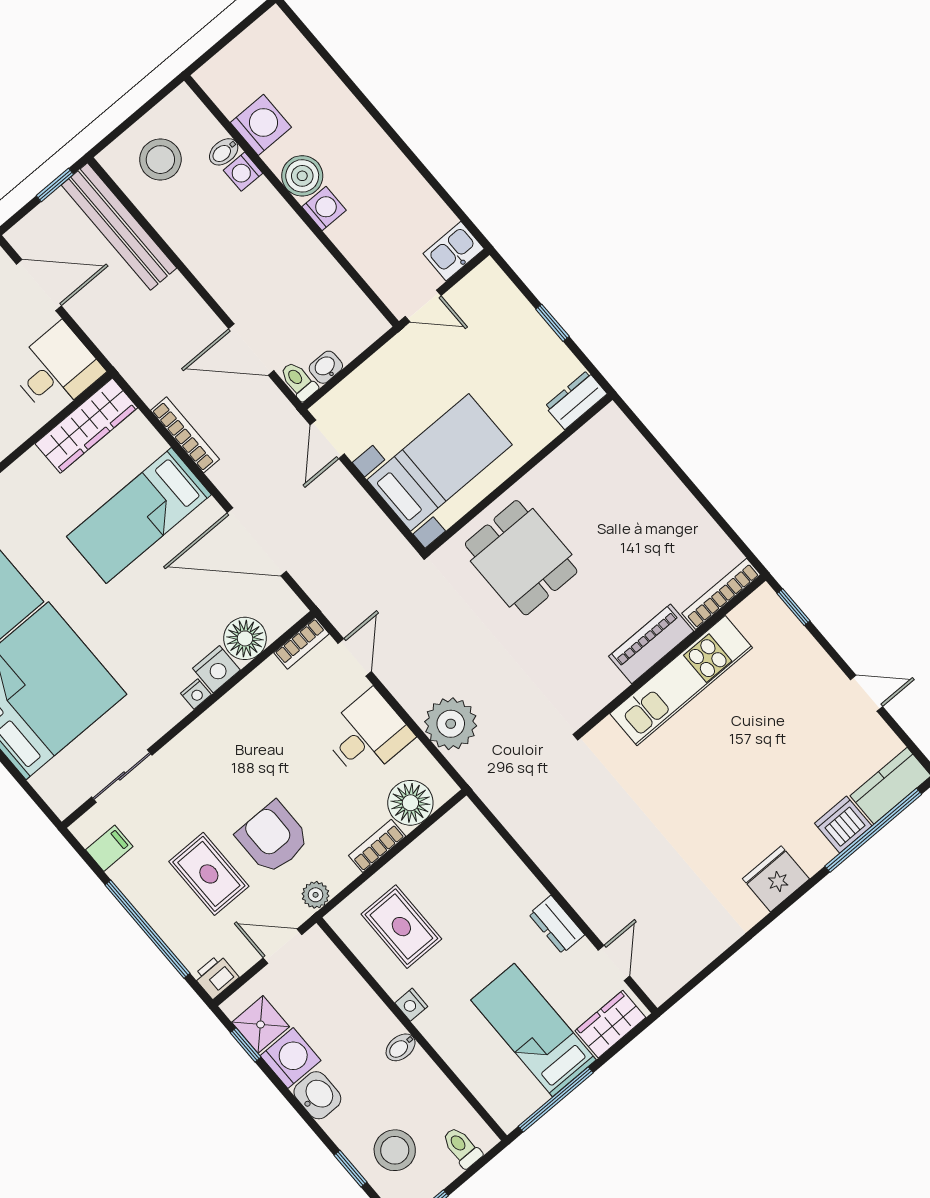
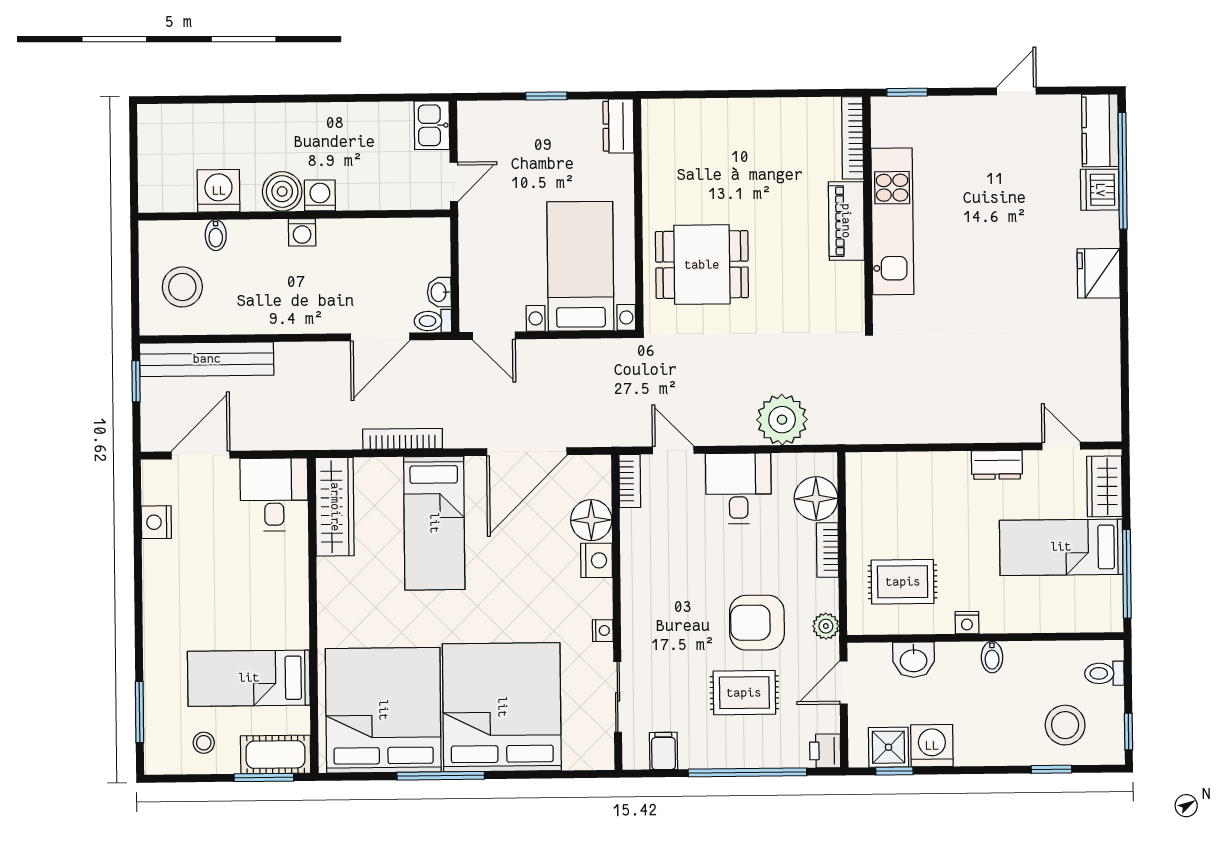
washing machine: (243, 172) -> (302, 232), moved
nightstand: (196, 694) -> (603, 631), moved
washbasin: (317, 1095) -> (914, 660), moved, turned 180

